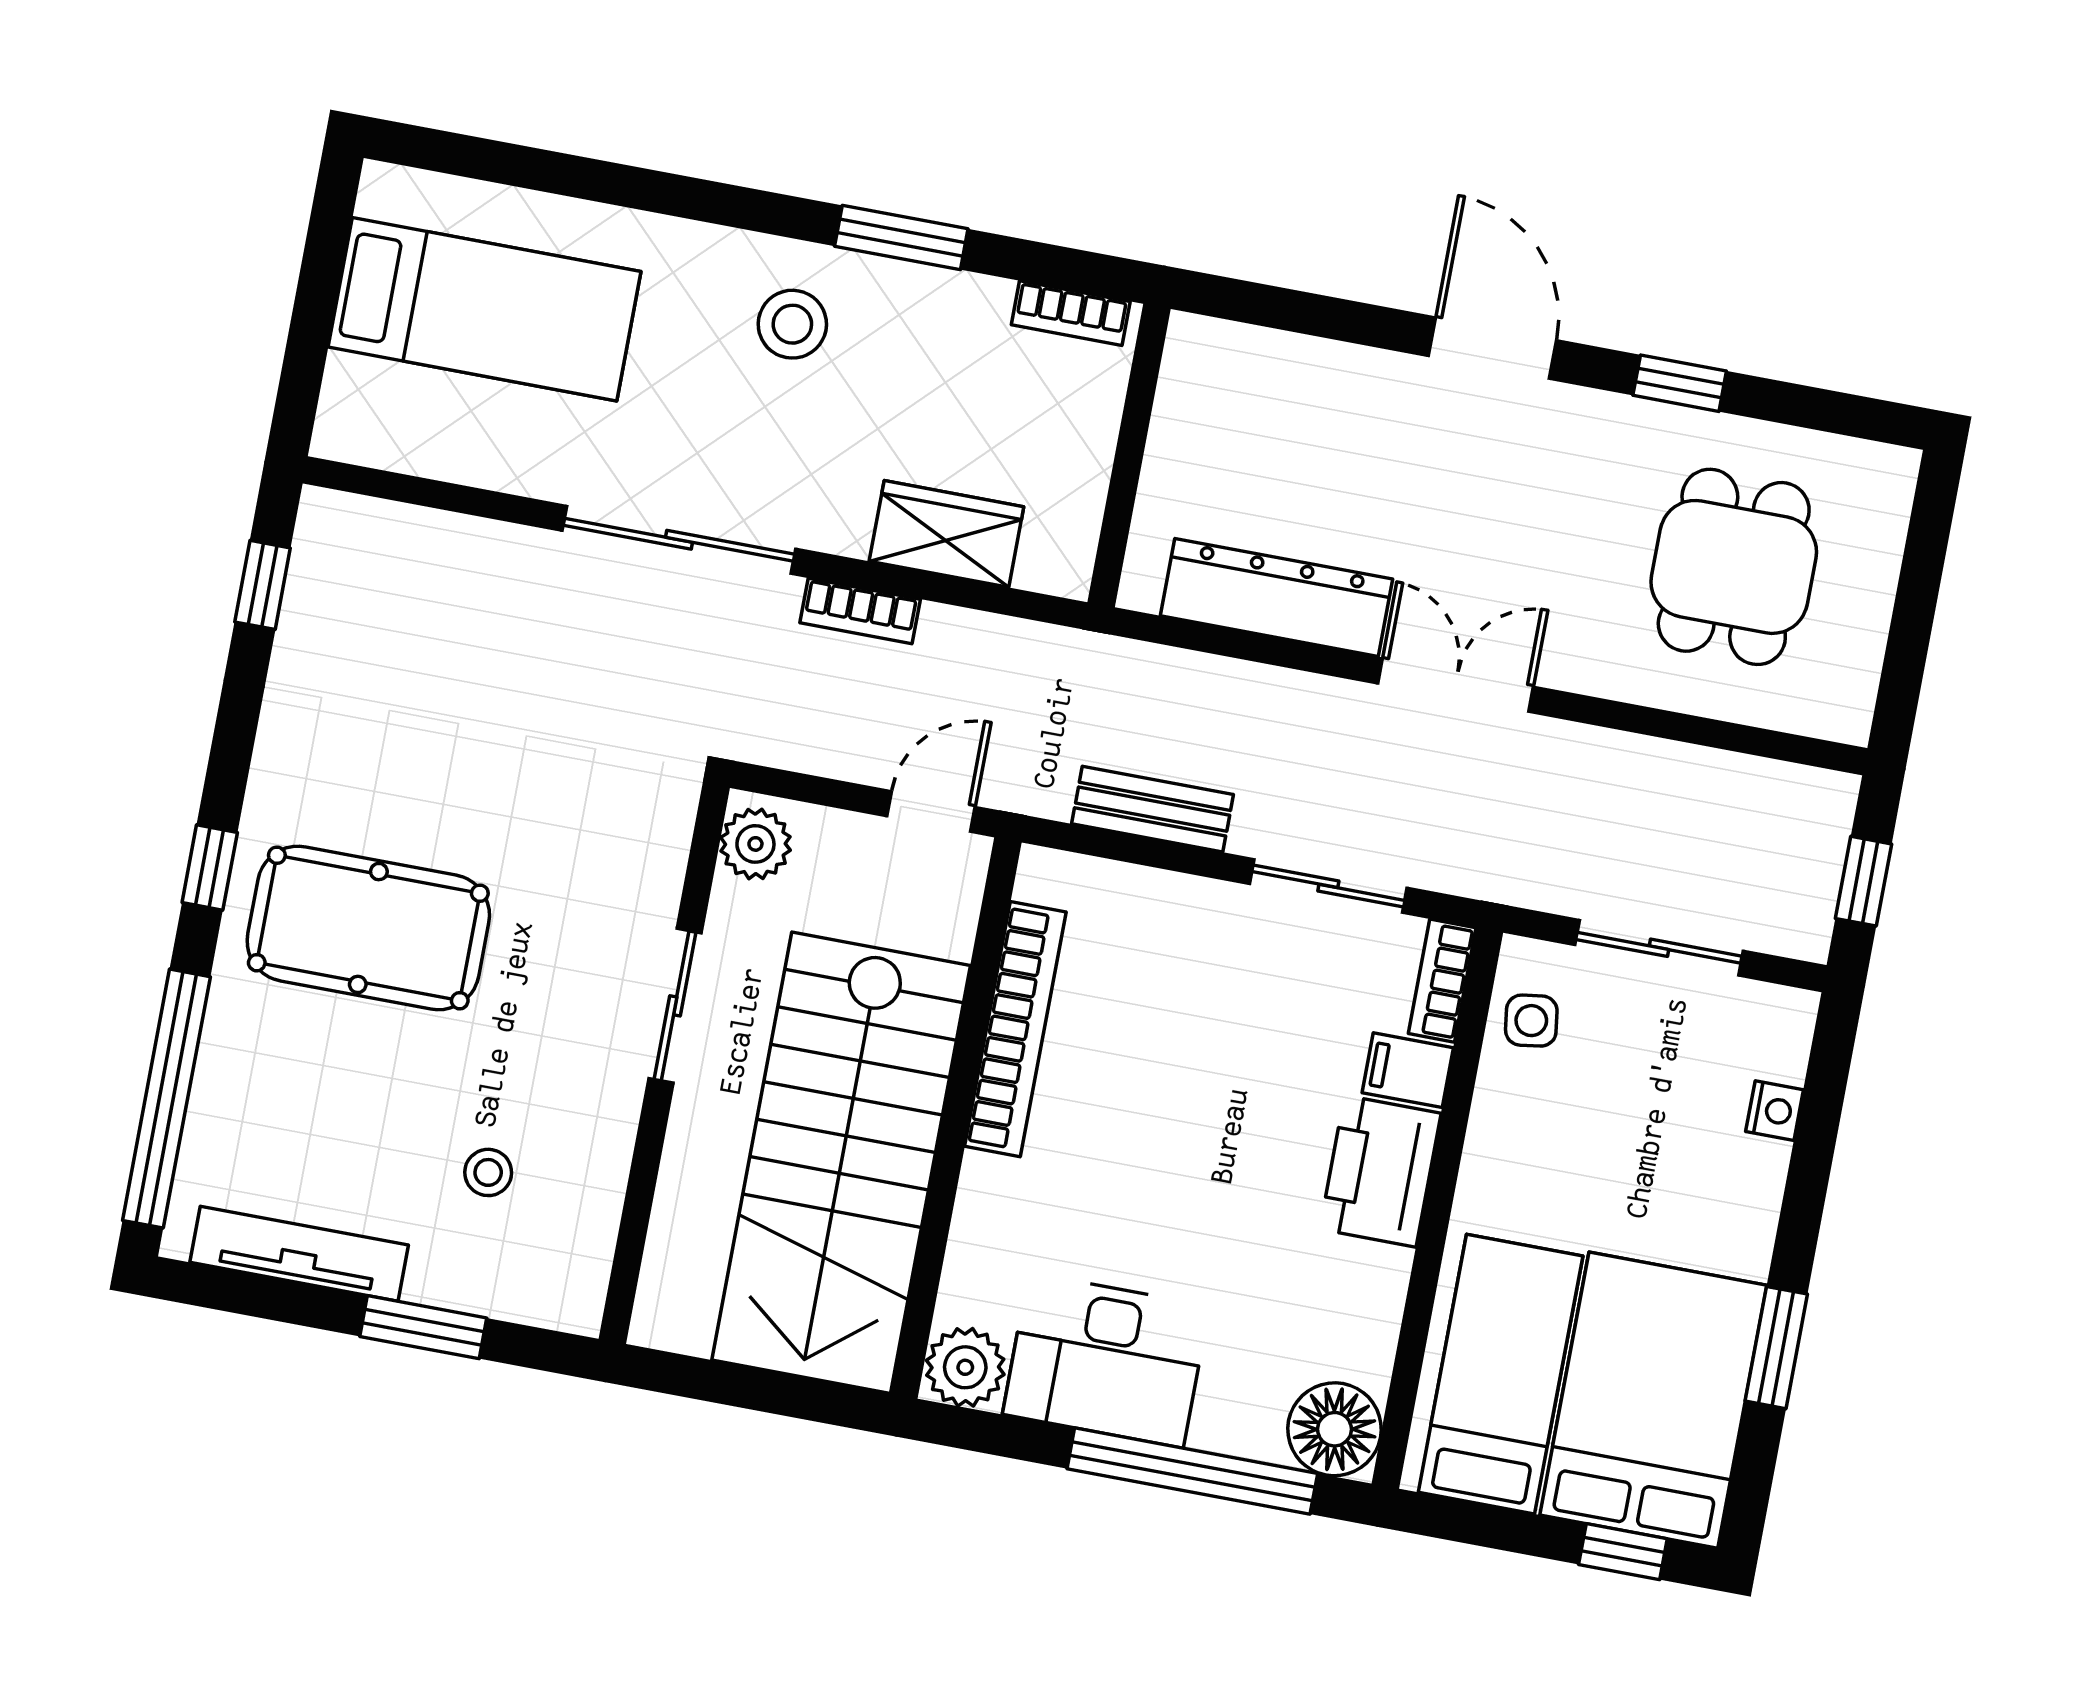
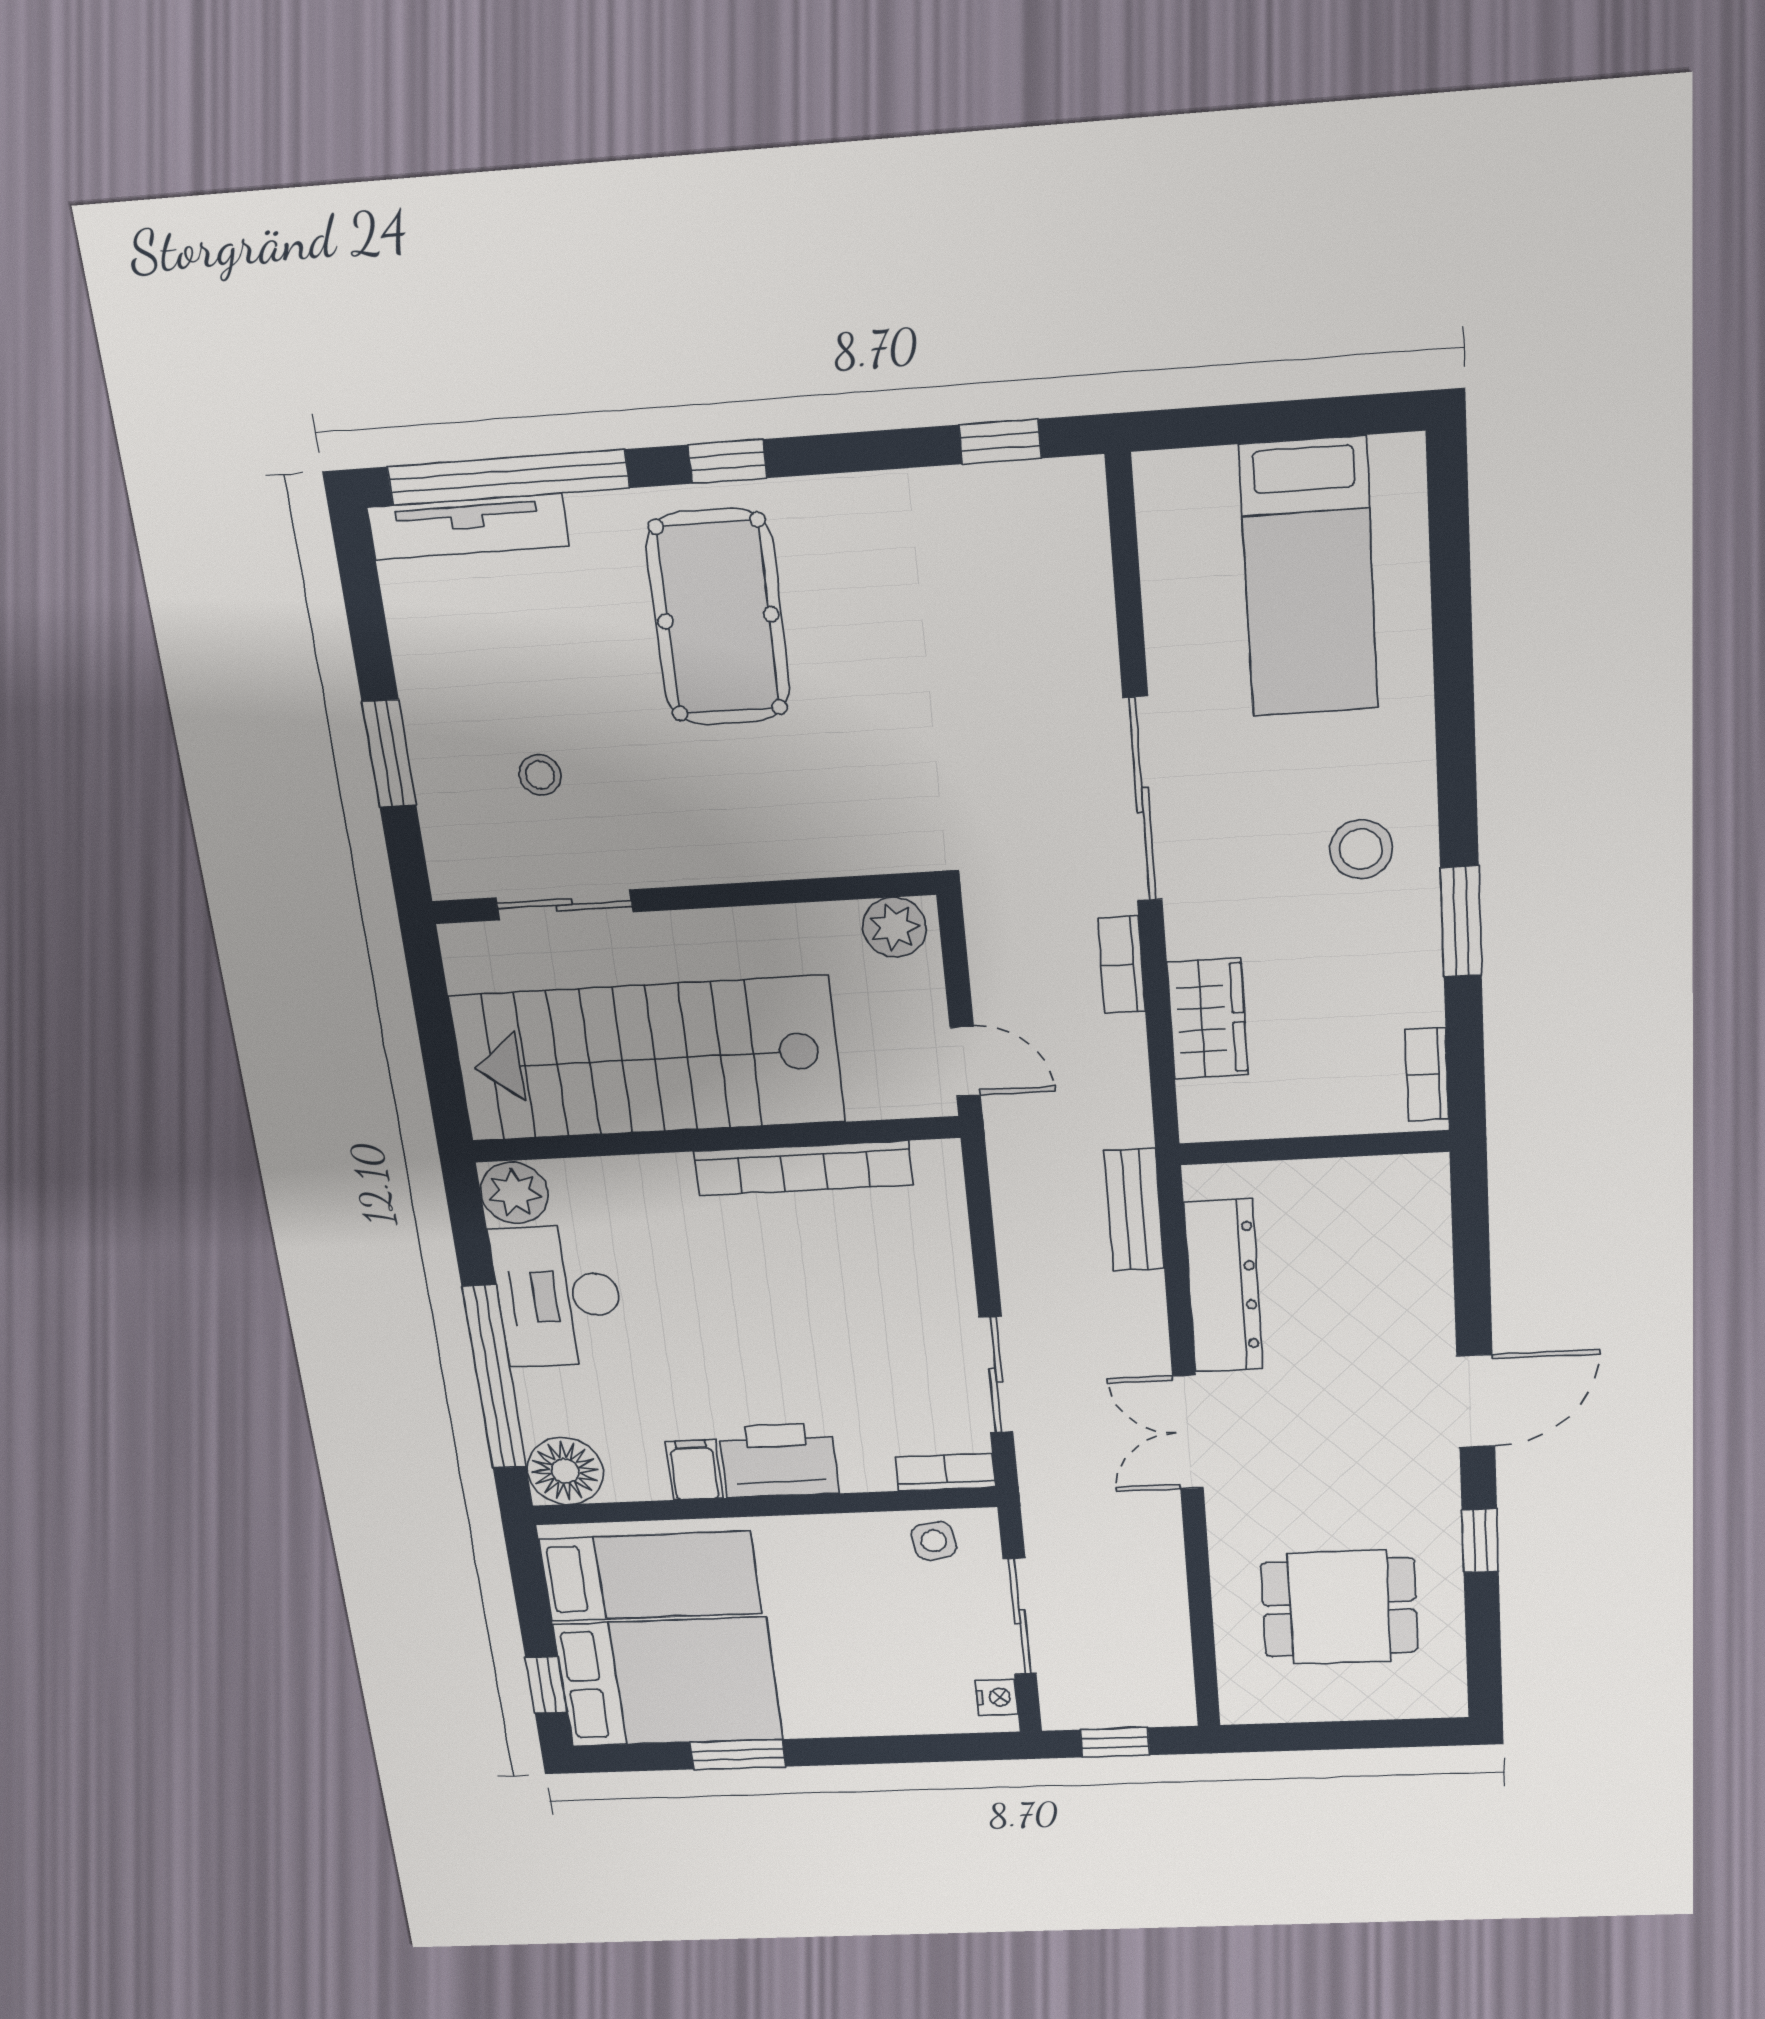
double door: (1456, 685) -> (1188, 1432), swing flipped
bench: (1153, 809) -> (1134, 1210), moved
sliding door: (675, 1006) -> (564, 905), moved
filing cabinet: (1408, 1070) -> (694, 1470), moved
nightstand: (1775, 1111) -> (997, 1697), moved, turned -90
tv unit: (299, 1254) -> (468, 527), moved, turned 90

